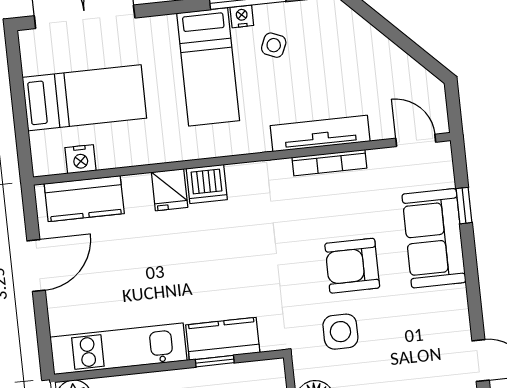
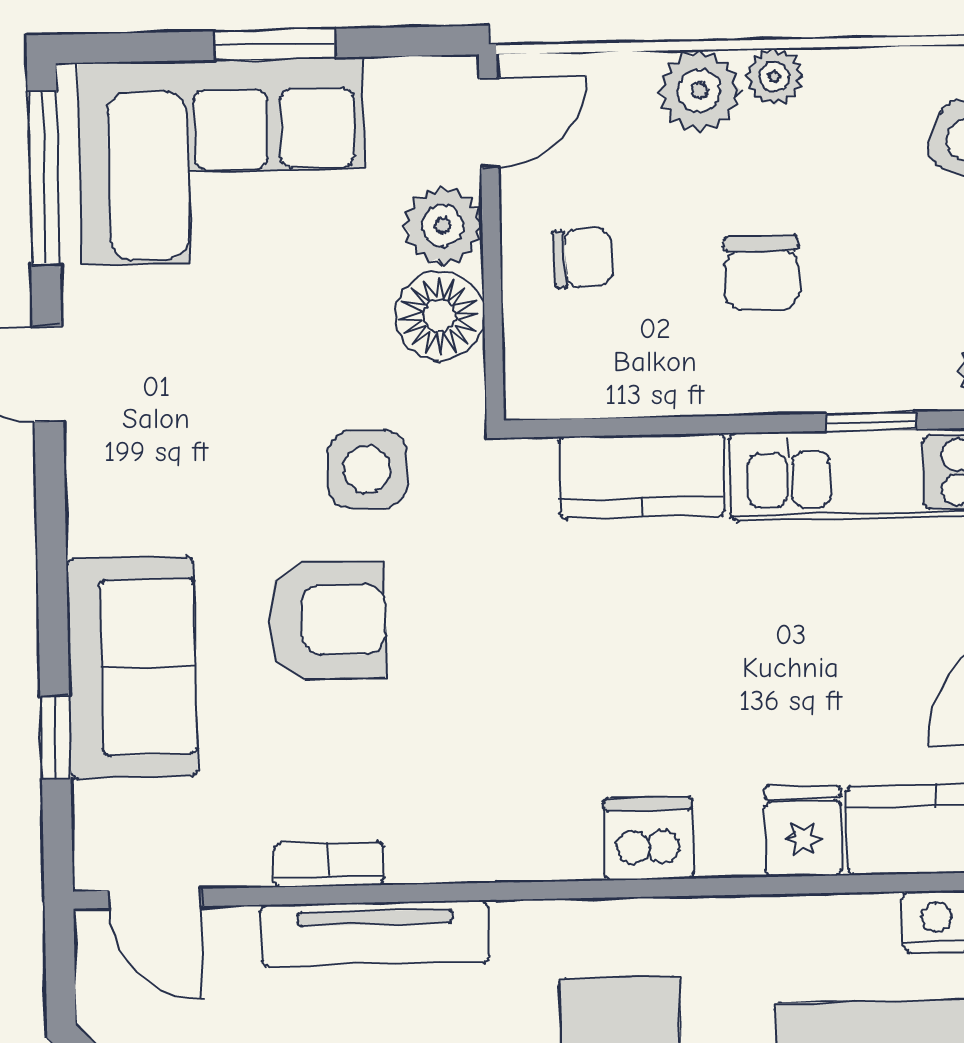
bookcase: (329, 163) -> (329, 864), width x0.64
fridge: (170, 190) -> (803, 831), moved
window: (215, 361) -> (871, 421), moved

